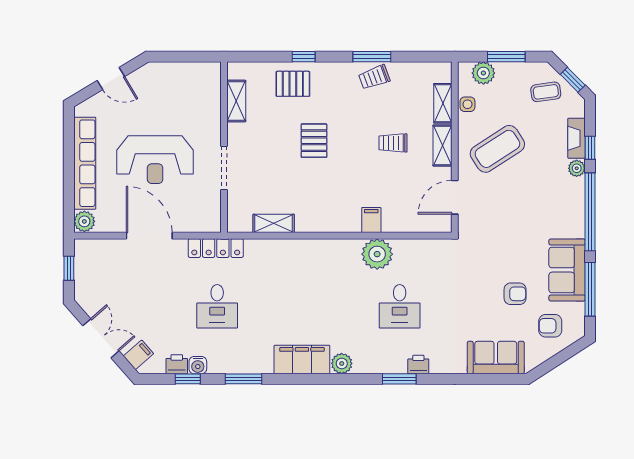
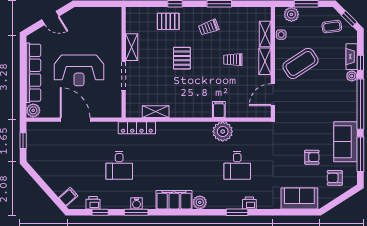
trolley: (374, 77) -> (209, 27), moved
shelving: (236, 101) -> (132, 47), moved
locker: (216, 248) -> (137, 128), moved
double door: (101, 338) -> (44, 186), removed
water cooler: (198, 365) -> (136, 203), moved

